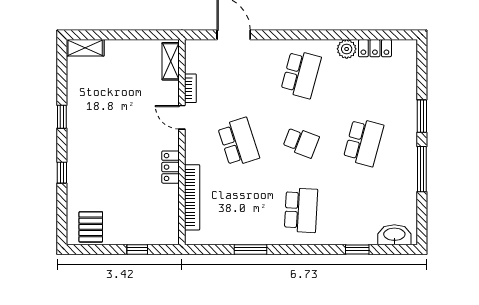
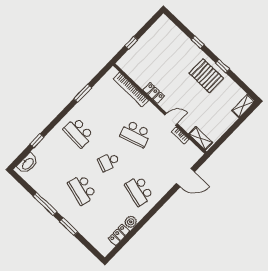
pallet: (91, 227) -> (206, 76), moved, width x1.50, depth x1.42

